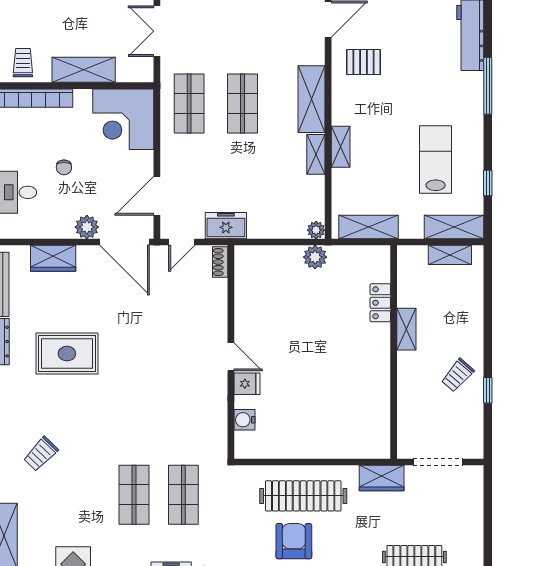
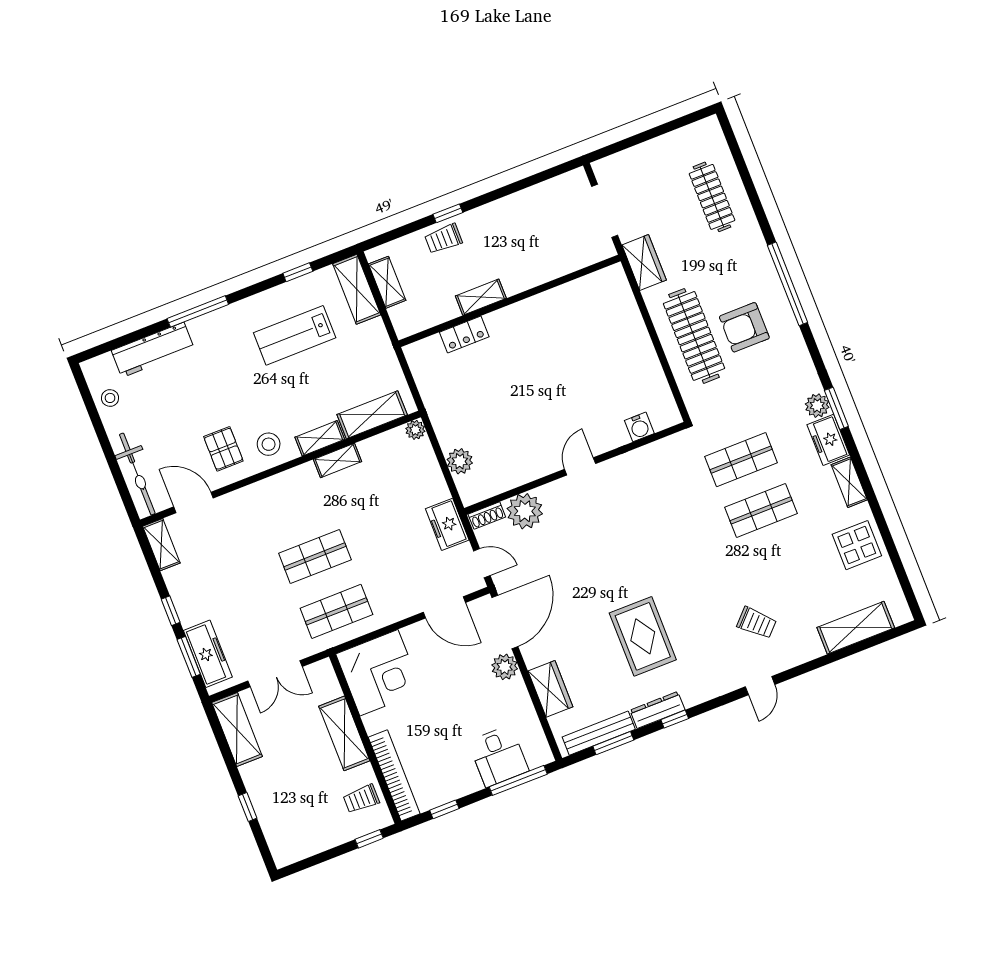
shelving: (312, 99) -> (282, 487), removed
stool: (352, 102) -> (269, 444), added
chair: (64, 167) -> (453, 714), removed
shelving: (369, 227) -> (372, 415), moved, turned 90
plant: (315, 257) -> (460, 461), moved
plant: (211, 295) -> (525, 511), added
trolley: (458, 375) -> (443, 239), moved, turned 139
fridge: (247, 384) -> (601, 439), removed
window: (488, 390) -> (448, 213), moved

